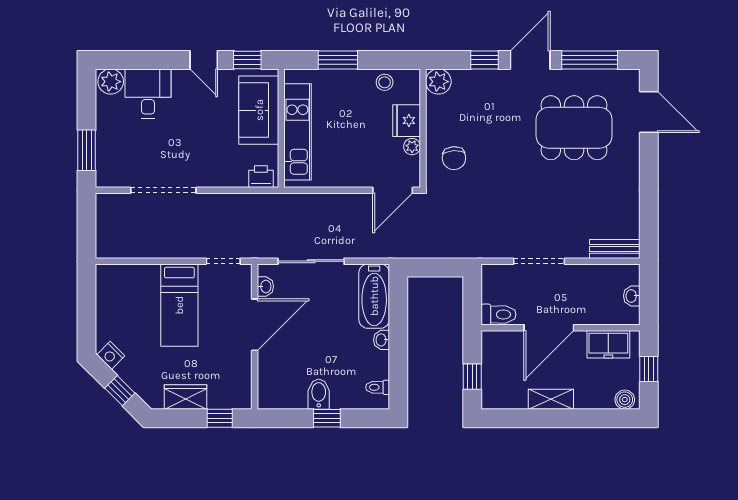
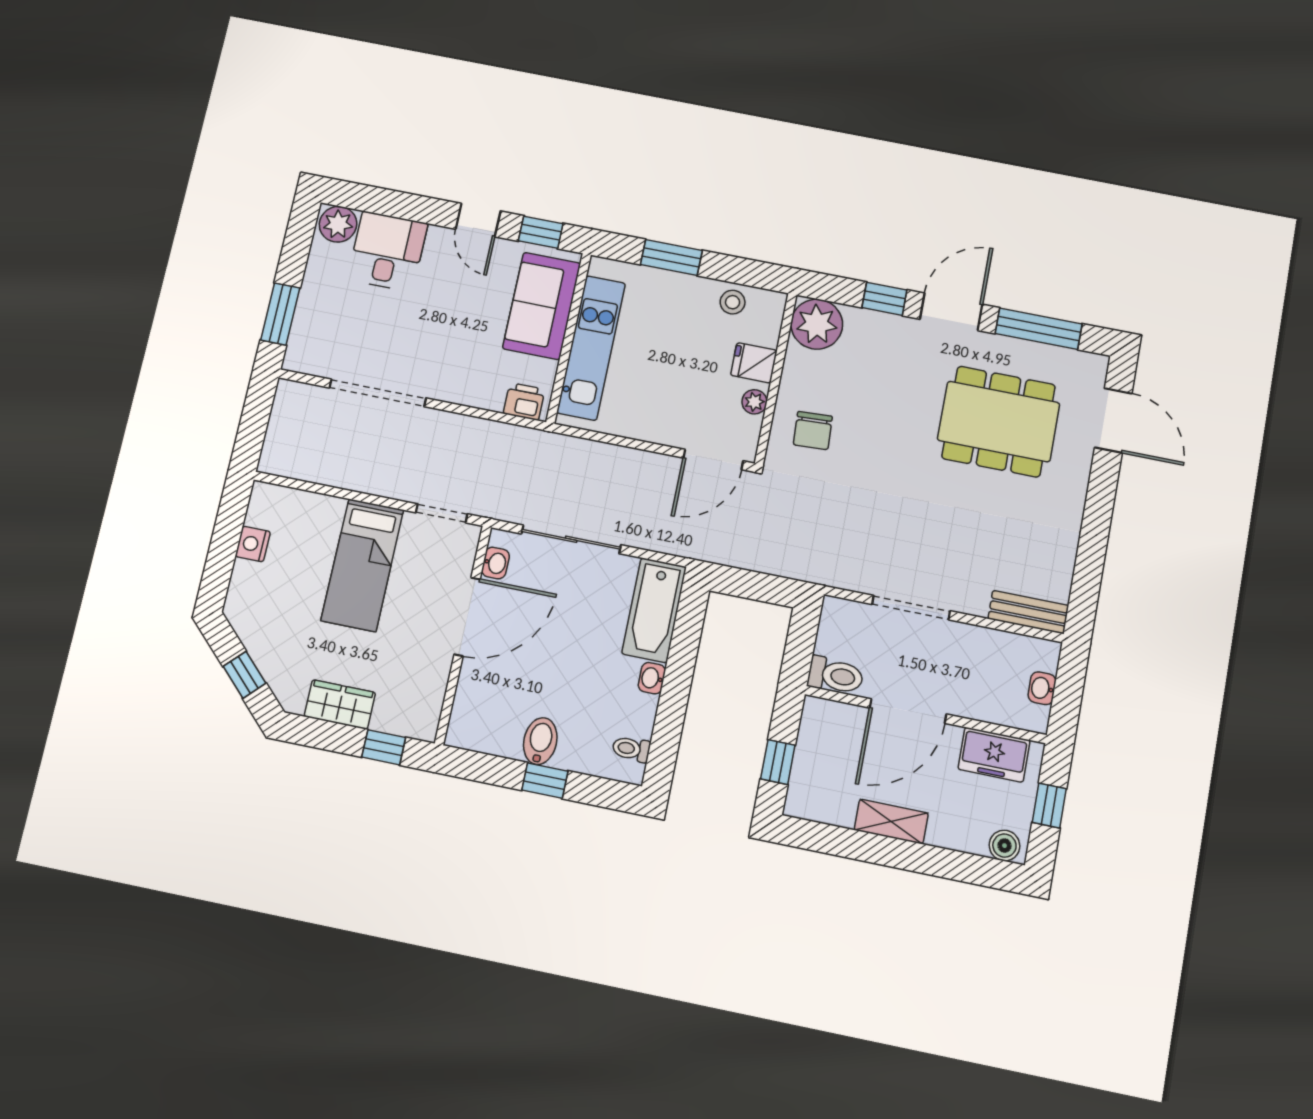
plant: (438, 82) -> (817, 324), width x1.36, depth x1.36
fridge: (407, 121) -> (754, 363), width x0.72
nightstand: (111, 355) -> (253, 544), moved, turned 45

